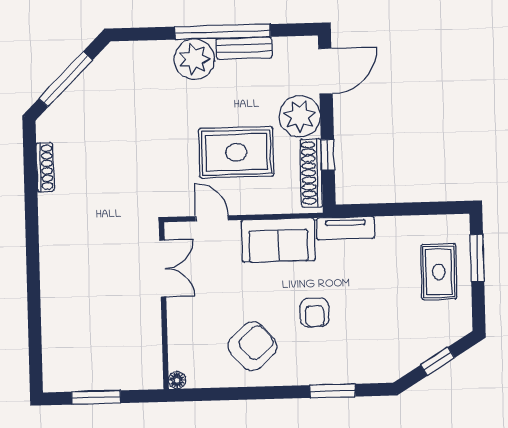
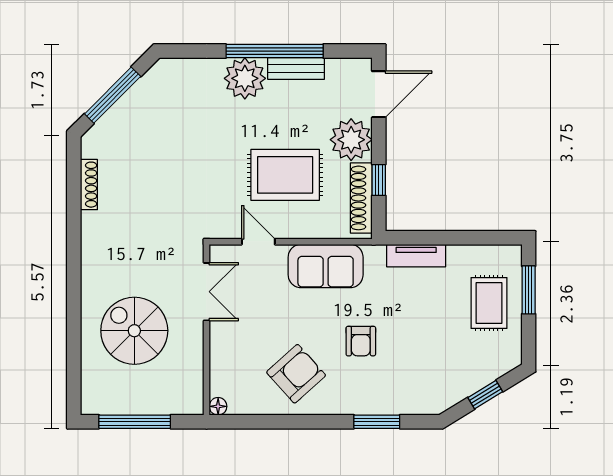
tv unit: (345, 228) -> (416, 256), moved
spiral stairs: (93, 309) -> (134, 331), added
window: (96, 397) -> (135, 422), width x1.44

